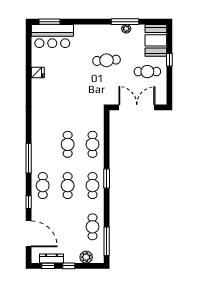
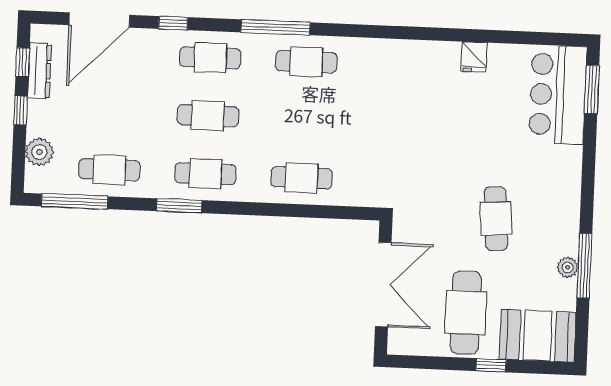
cafe table: (147, 72) -> (466, 313), width x1.37, depth x1.35
cafe table: (68, 144) -> (306, 62), moved
window: (107, 179) -> (179, 206), moved

